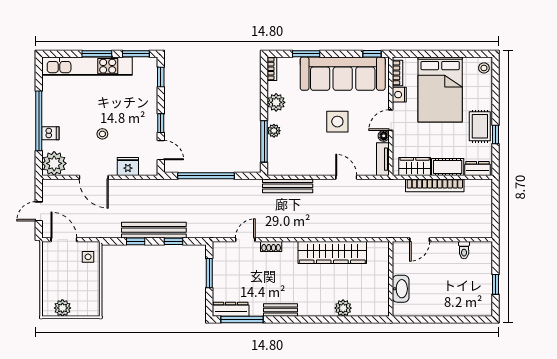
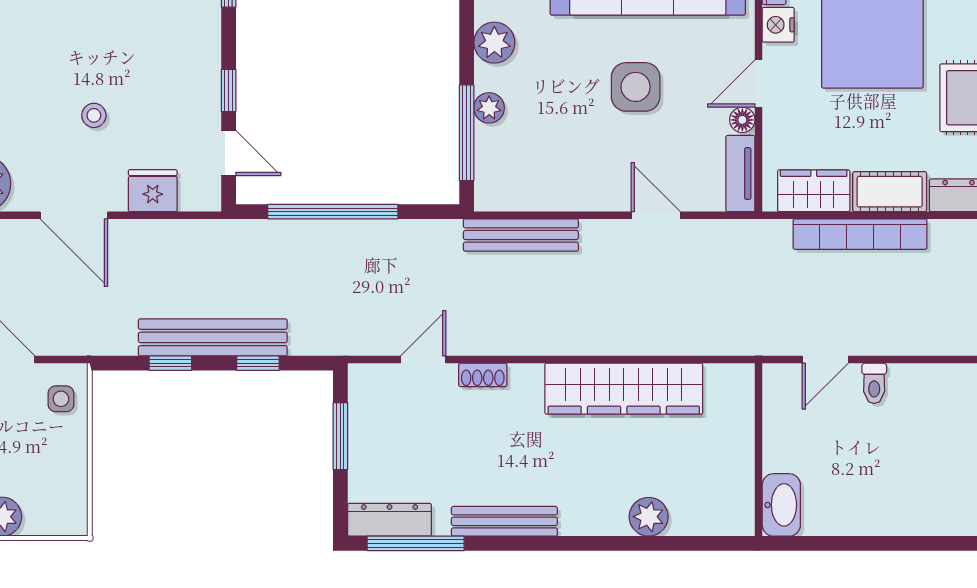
toilet: (464, 250) -> (874, 383), moved
washbasin: (401, 289) -> (781, 505), moved
bench: (280, 310) -> (504, 521), width x1.36

